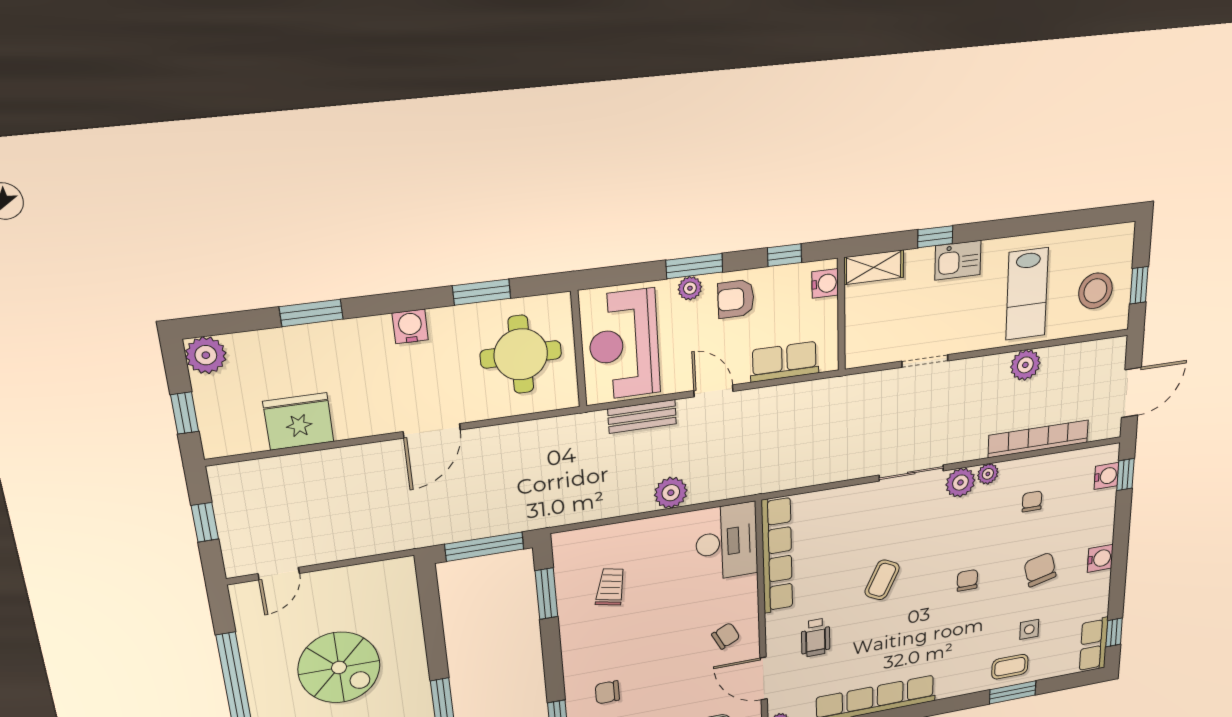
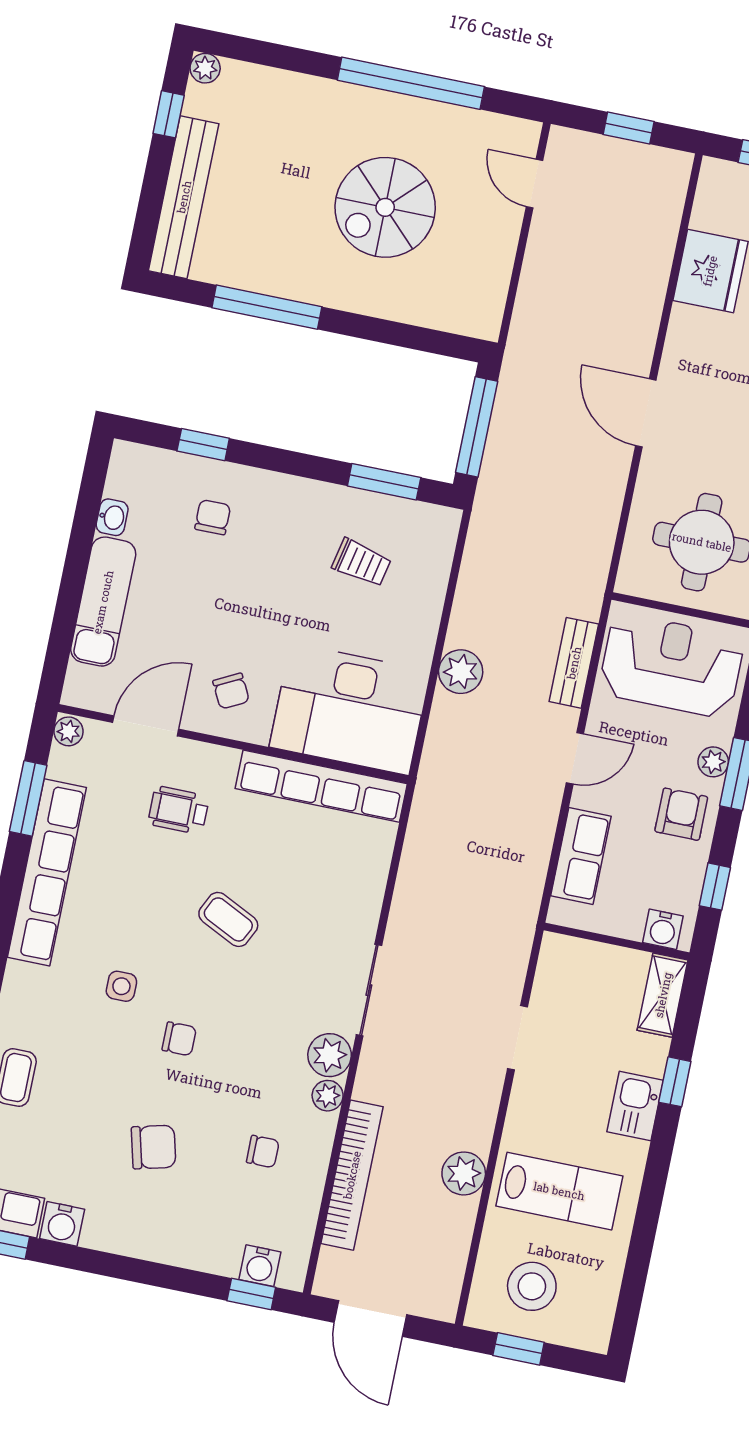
lab bench: (1027, 294) -> (559, 1191), turned 180
desk: (727, 542) -> (350, 709), width x1.36, depth x1.30
water cooler: (1100, 558) -> (62, 1224), moved
side table: (1029, 629) -> (121, 986), moved

